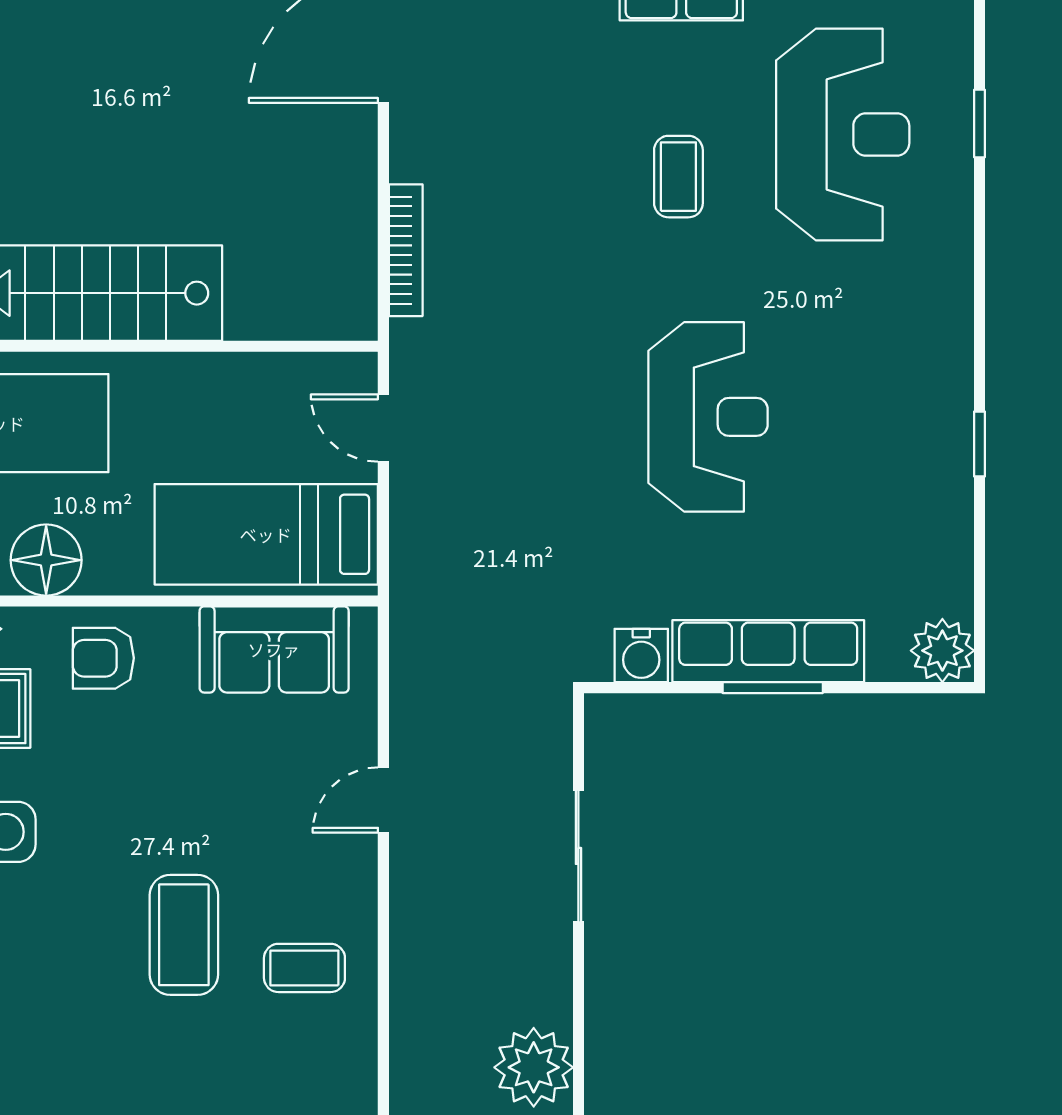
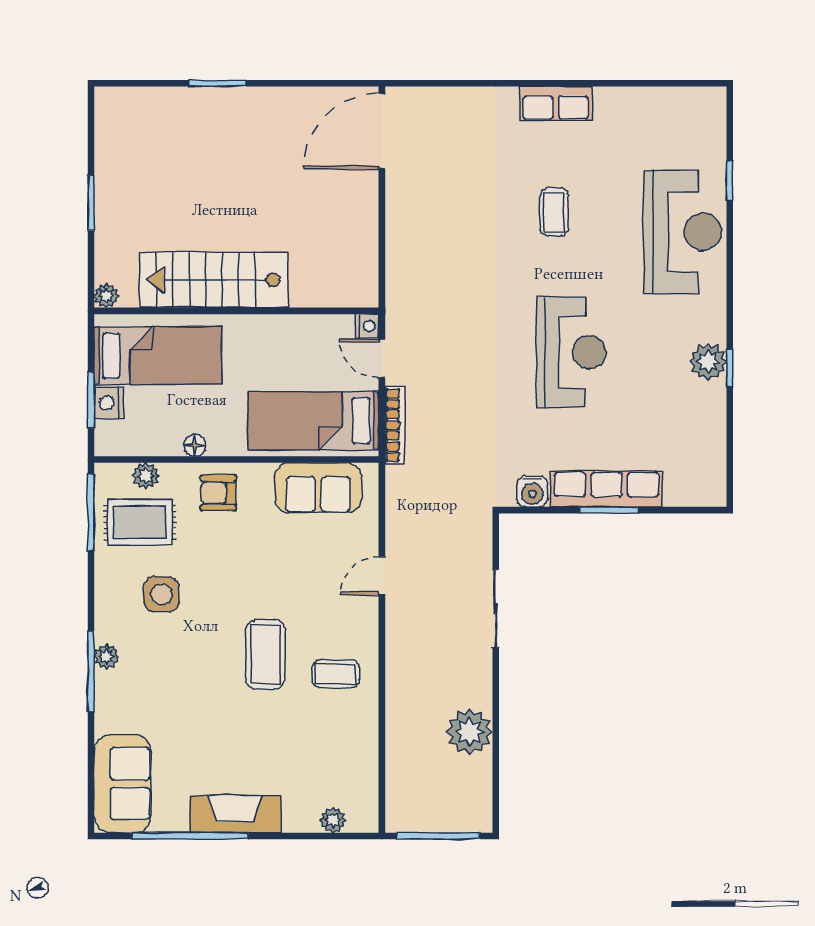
reception desk: (843, 135) -> (683, 232), moved
bookcase: (406, 250) -> (395, 425), moved
nightstand: (358, 372) -> (367, 326), added
floor lamp: (46, 560) -> (195, 445), width x0.53, depth x0.53
plant: (942, 651) -> (708, 362), moved

